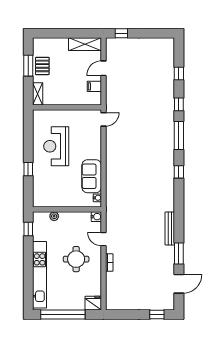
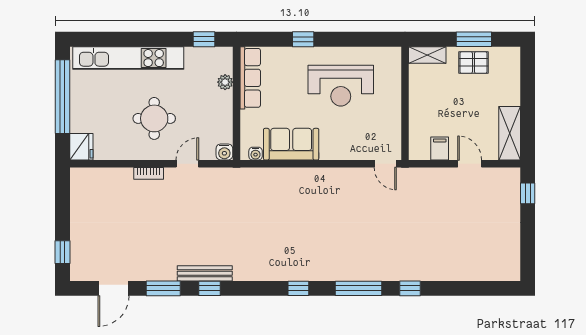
window: (179, 74) -> (210, 288), moved
reception desk: (56, 146) -> (341, 86), turned 180
row of seats: (51, 201) -> (250, 78), added
door: (179, 284) -> (113, 288), hinge flipped

